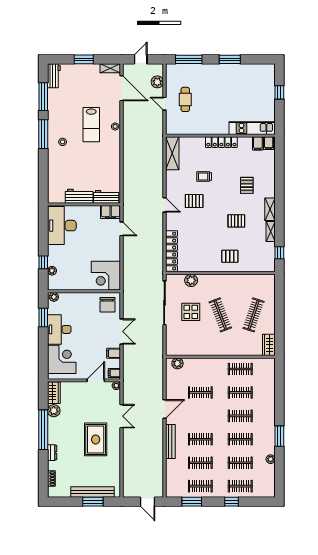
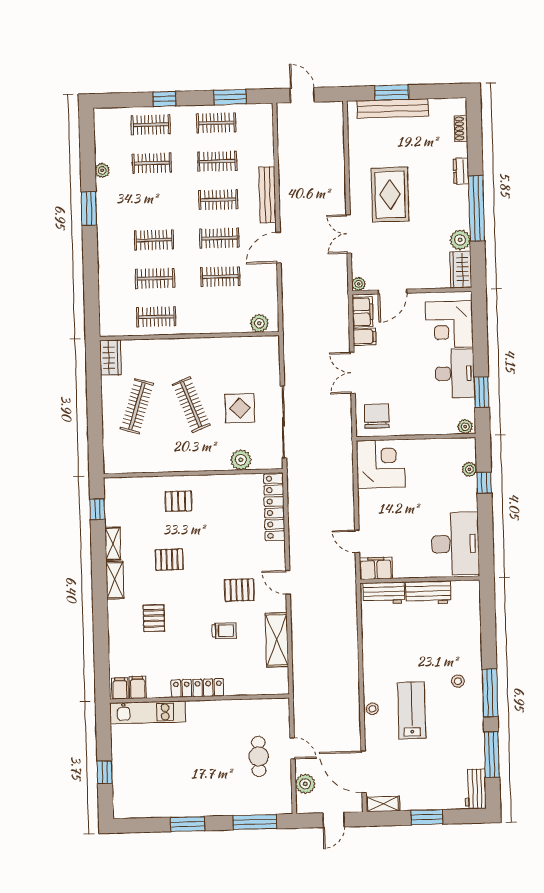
shelving: (172, 153) -> (277, 640), moved
filing cabinet: (114, 373) -> (363, 312), width x2.00
clothes rail: (240, 439) -> (219, 238), moved

